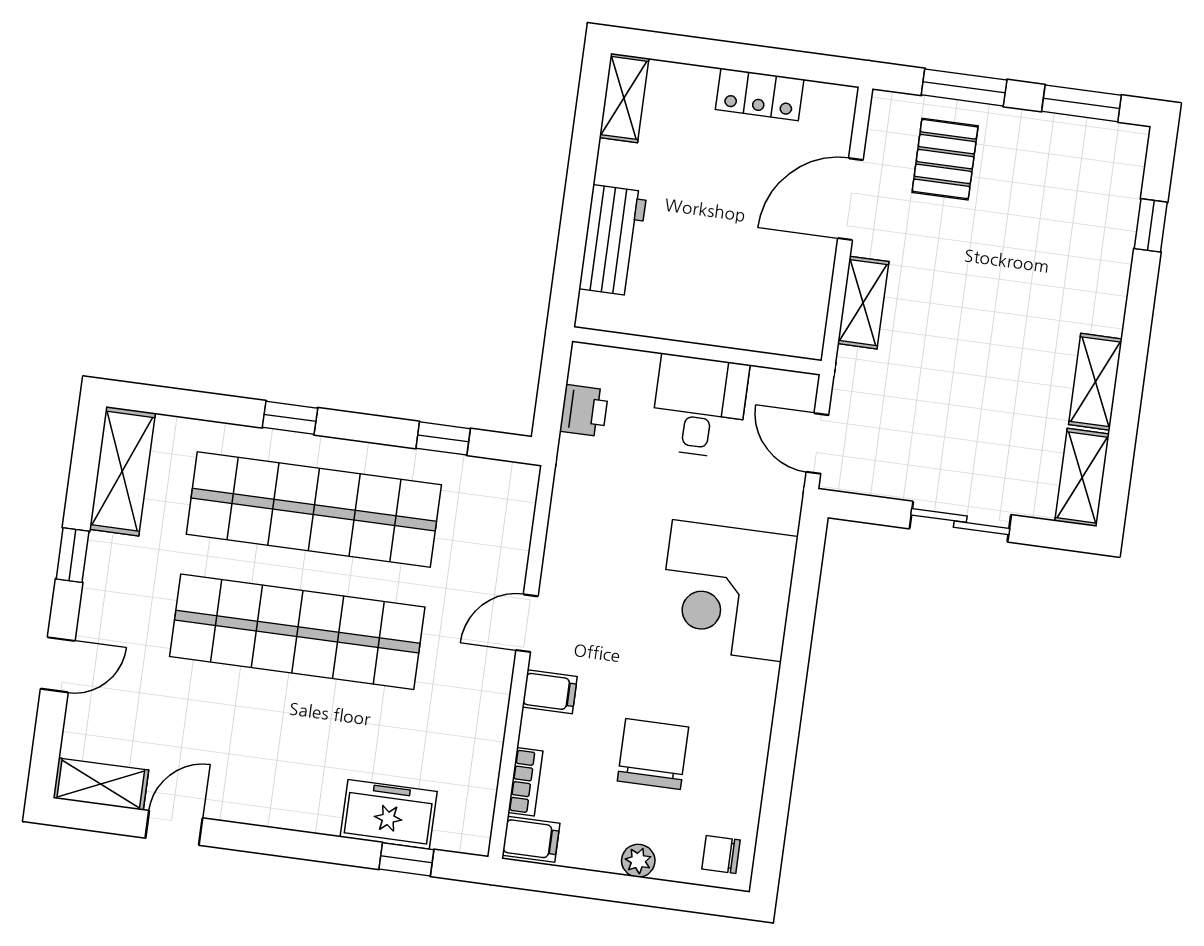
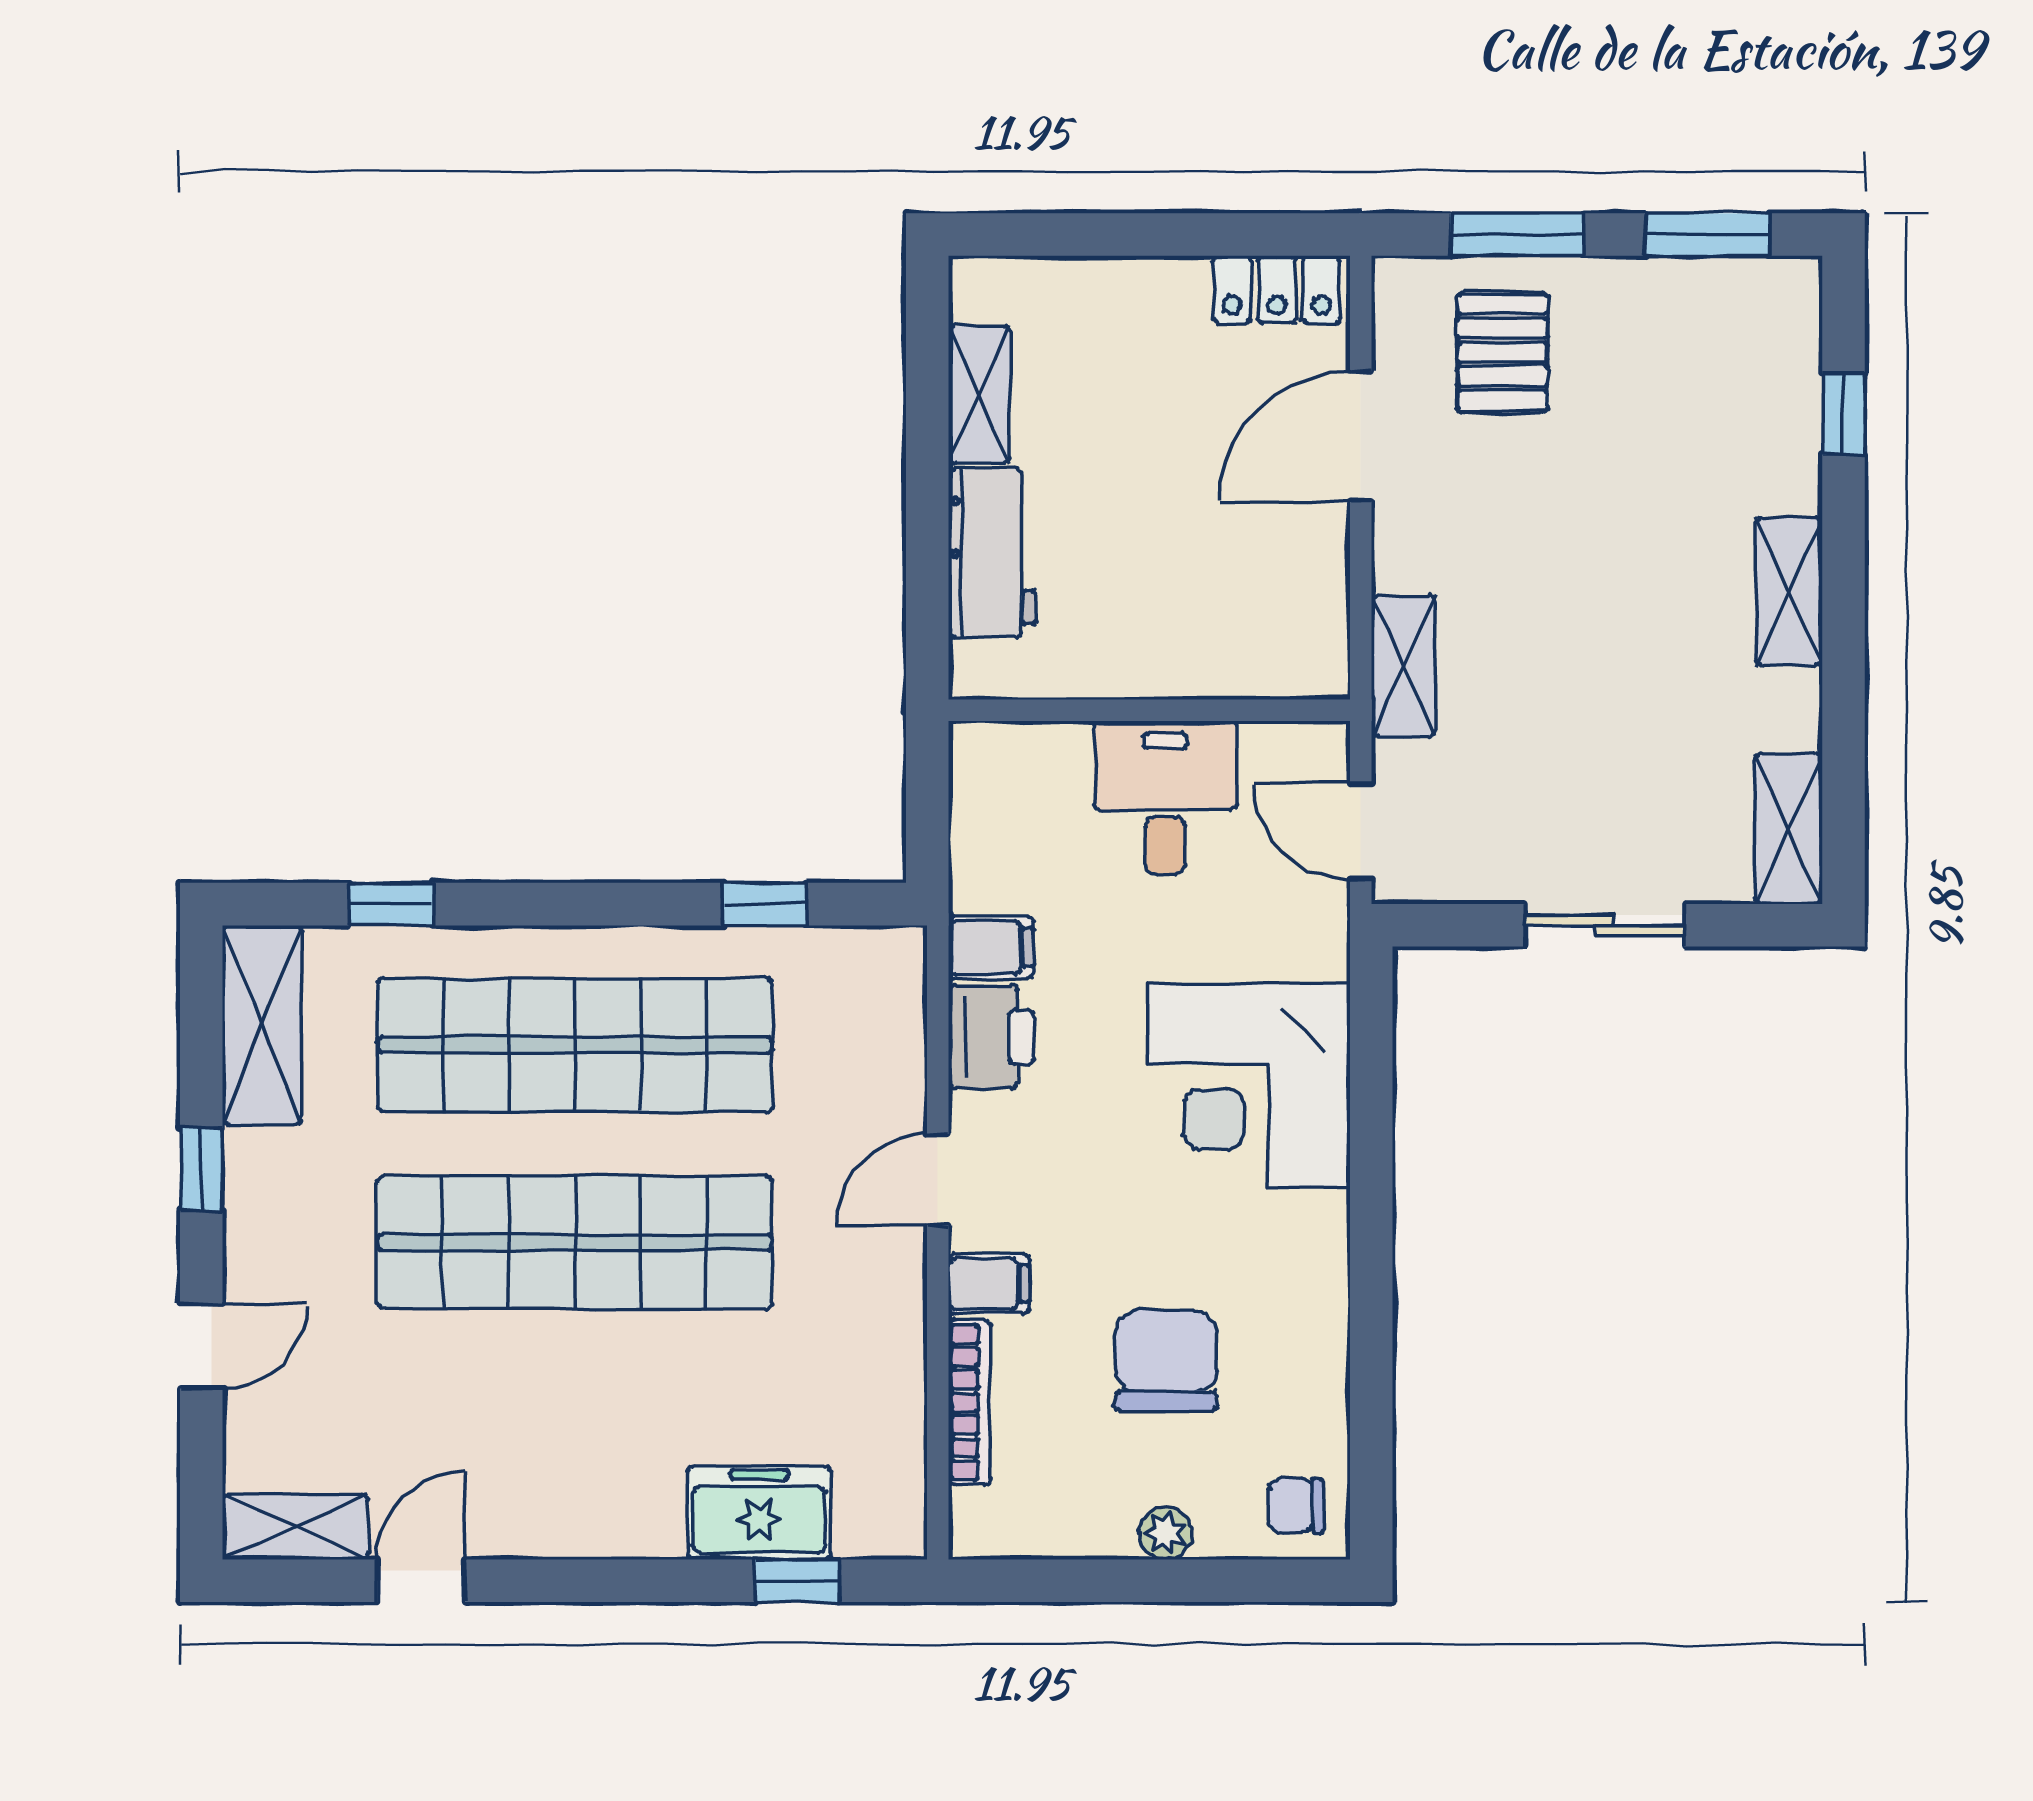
locker: (760, 94) -> (1277, 290), moved
shelving: (624, 98) -> (979, 394), moved
shelving: (863, 303) -> (1403, 666), moved
shelving: (1095, 382) -> (1789, 591), moved
printer: (584, 411) -> (991, 1037), moved, width x1.36, depth x1.24
window: (290, 418) -> (391, 904), moved
bookcase: (525, 782) -> (969, 1402), width x1.56
filing cabinet: (531, 839) -> (991, 948), moved

